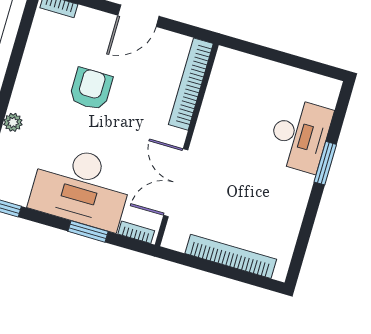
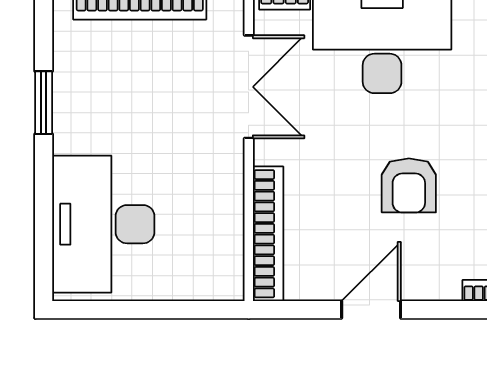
desk: (300, 135) -> (103, 224), width x1.36, depth x1.30
window: (325, 163) -> (44, 103), moved

